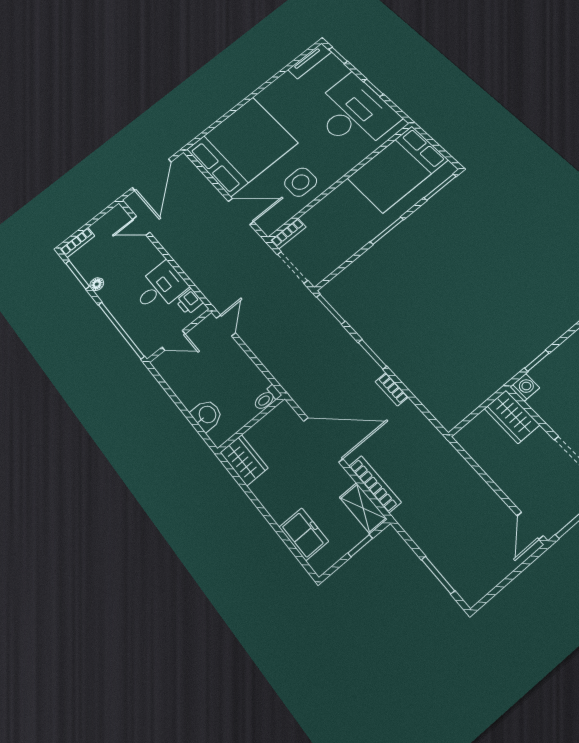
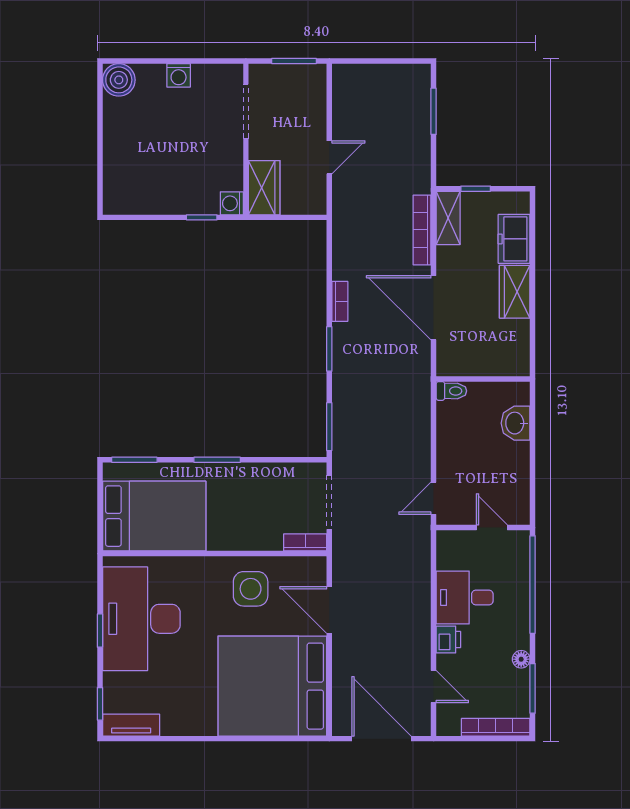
door: (152, 175) -> (382, 739), hinge flipped
bookcase: (77, 243) -> (496, 727), width x1.56
printer: (189, 302) -> (448, 640), moved
wardrobe: (244, 460) -> (515, 292), moved
door: (530, 526) -> (329, 157), moved

